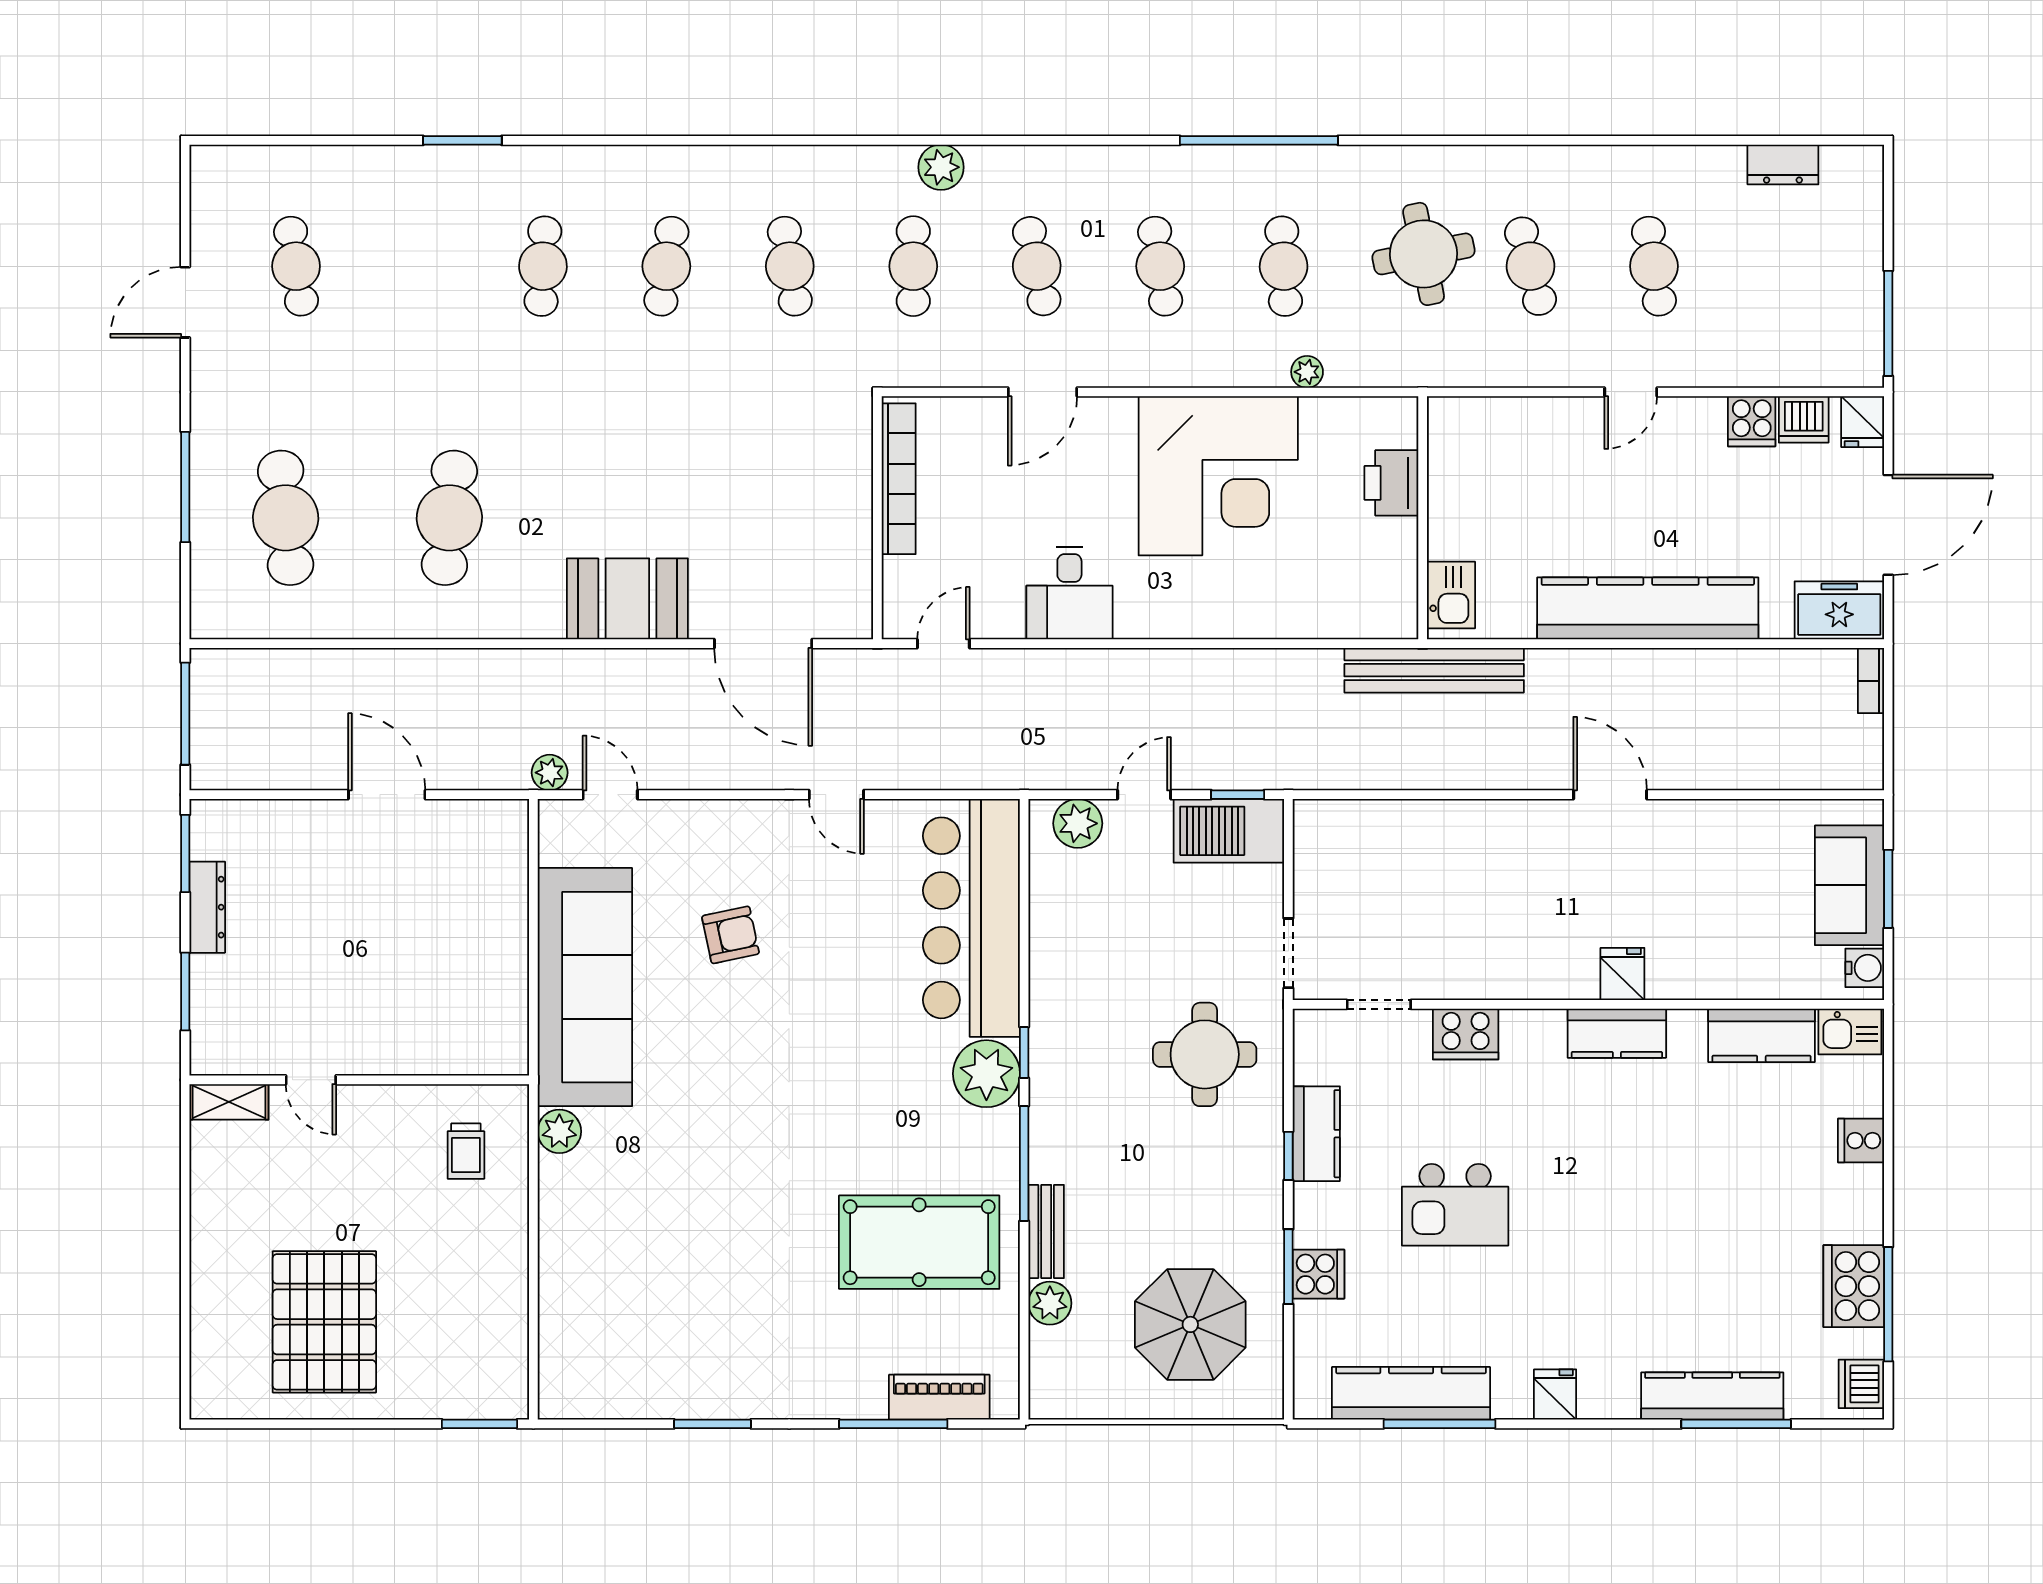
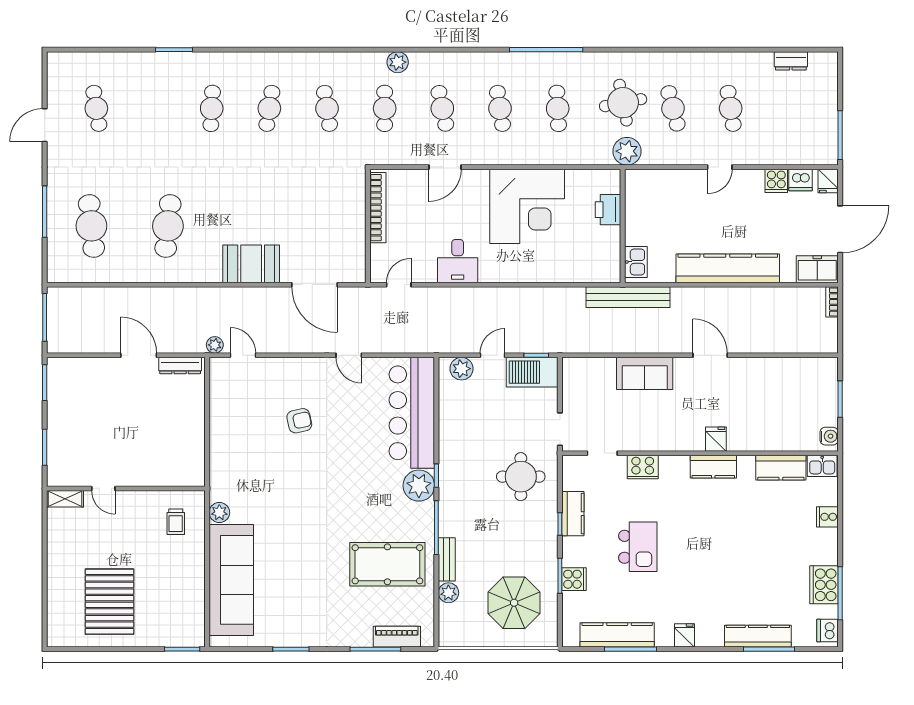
plant: (1307, 372) -> (627, 151), moved, width x1.88, depth x1.88
sofa: (1849, 885) -> (645, 373), moved, turned -90
dresser: (207, 907) -> (180, 366), moved, turned 90
sofa: (585, 987) -> (231, 580), moved
kitchen island: (1455, 1205) -> (638, 547), turned -90

